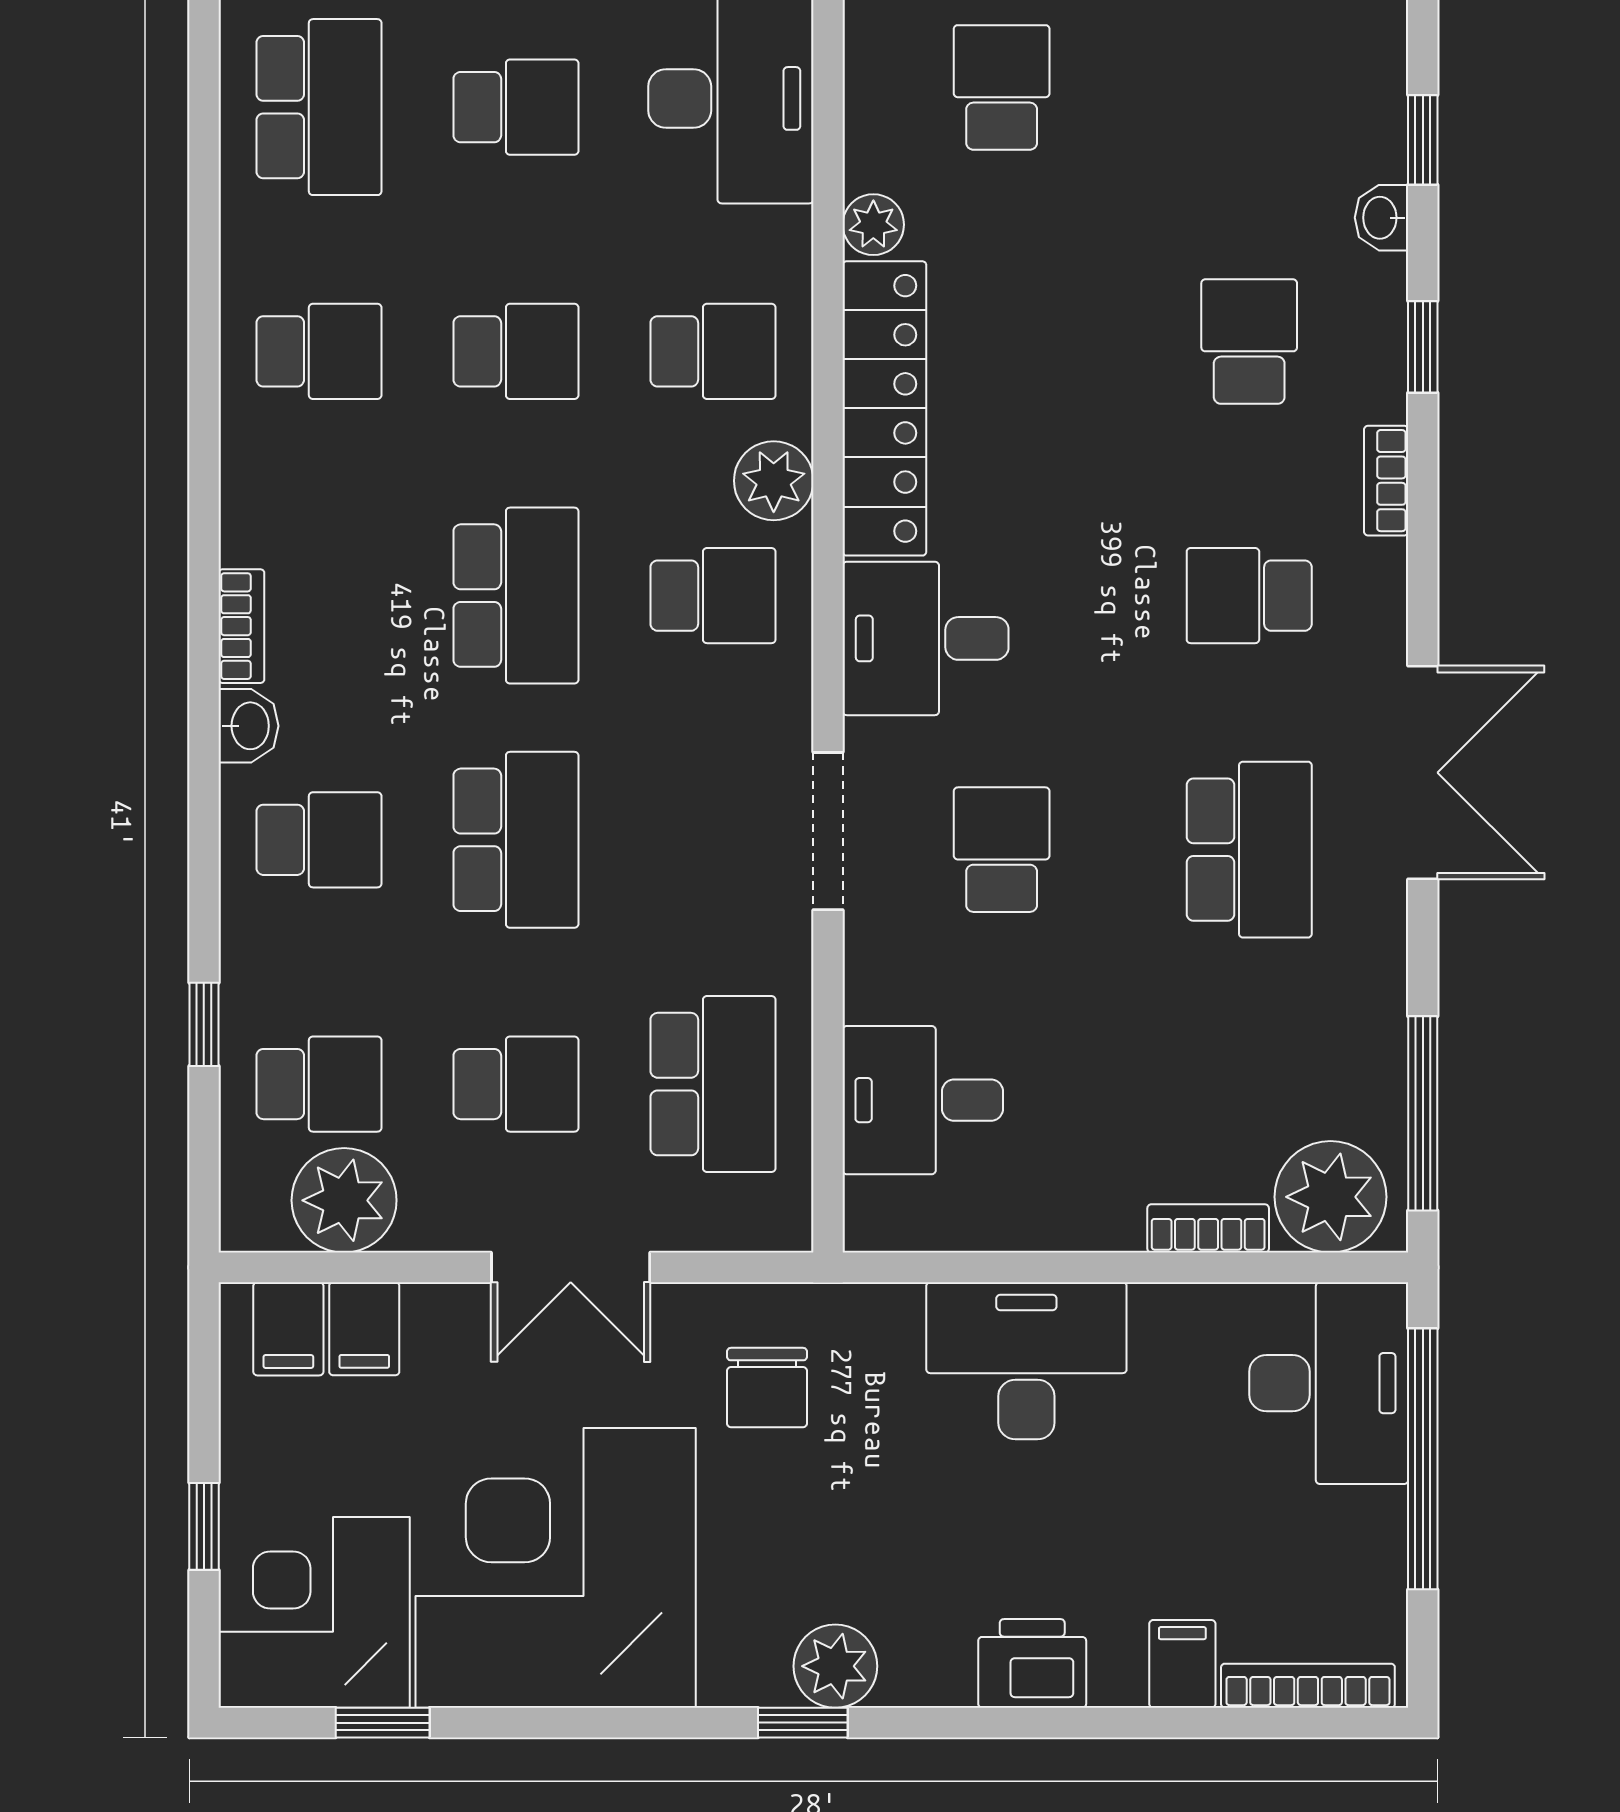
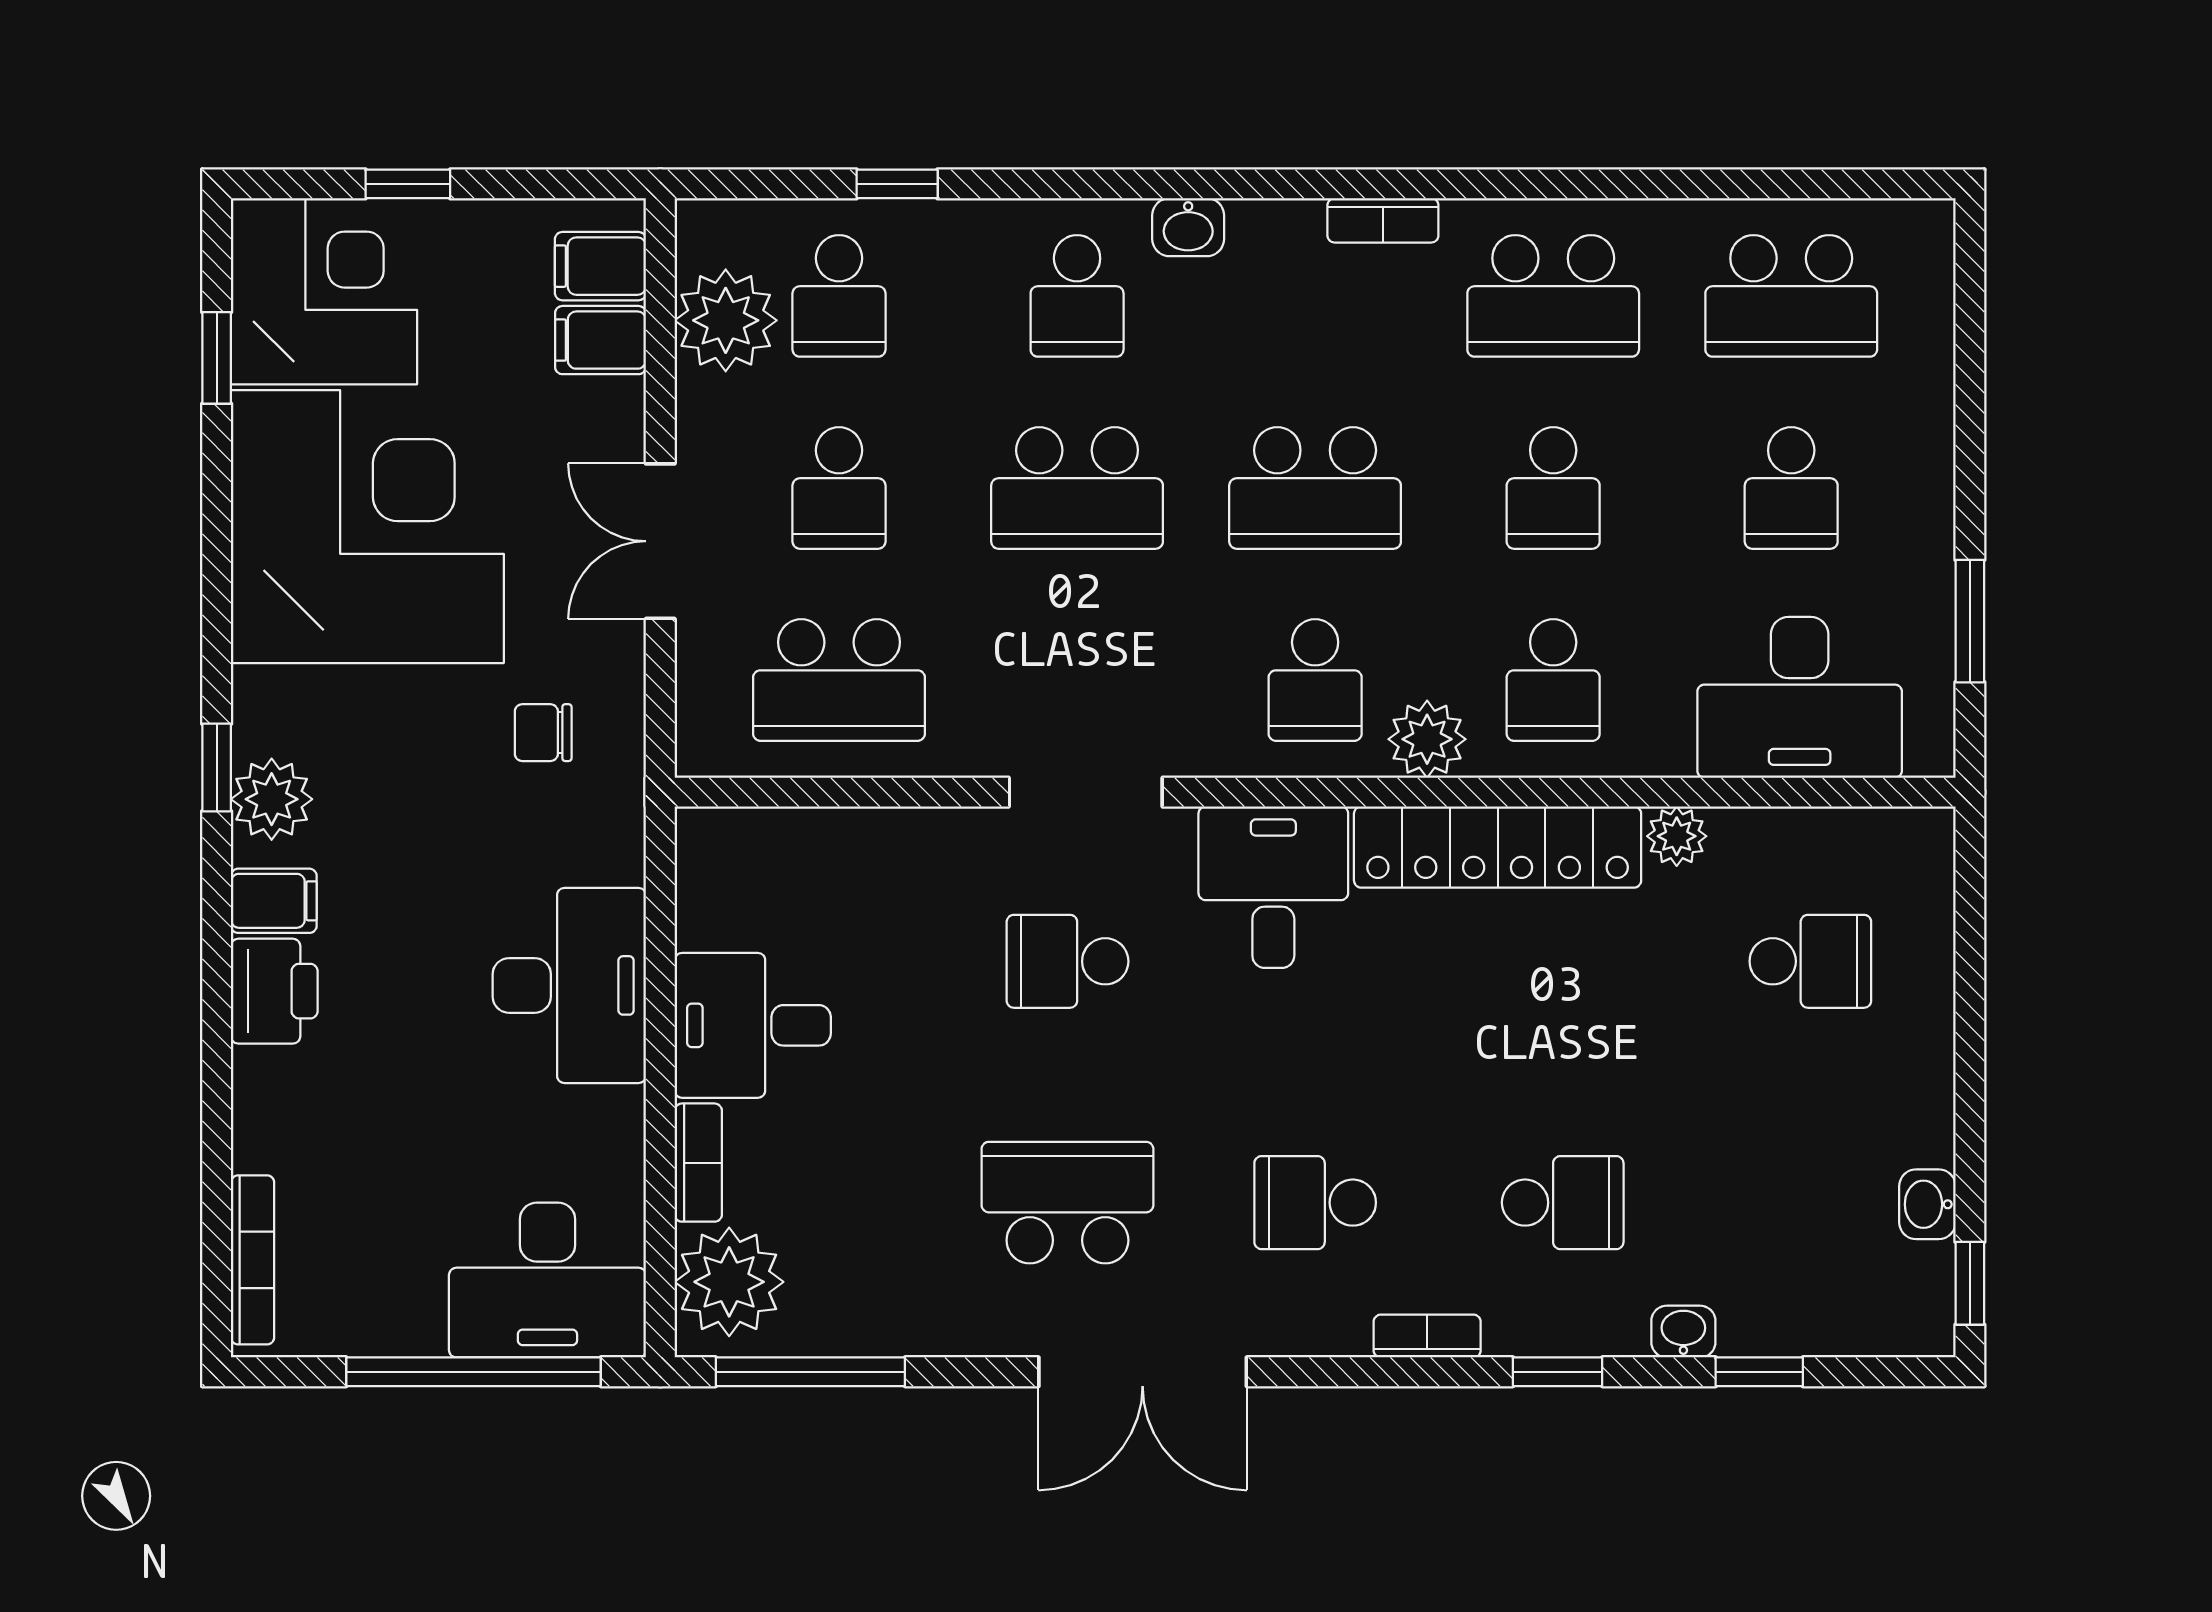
school desk: (319, 351) -> (1553, 296), width x1.85
school desk: (1249, 596) -> (1315, 1203), turned -90
bookcase: (241, 626) -> (1383, 220), moved
school desk: (1002, 850) -> (1067, 961), turned 180
school desk: (1249, 850) -> (1067, 1203), turned 180
desk: (923, 1100) -> (753, 1025), moved, turned -90
chair: (767, 1388) -> (543, 733), width x0.73, depth x0.73
filing cabinet: (1182, 1664) -> (274, 901), moved

